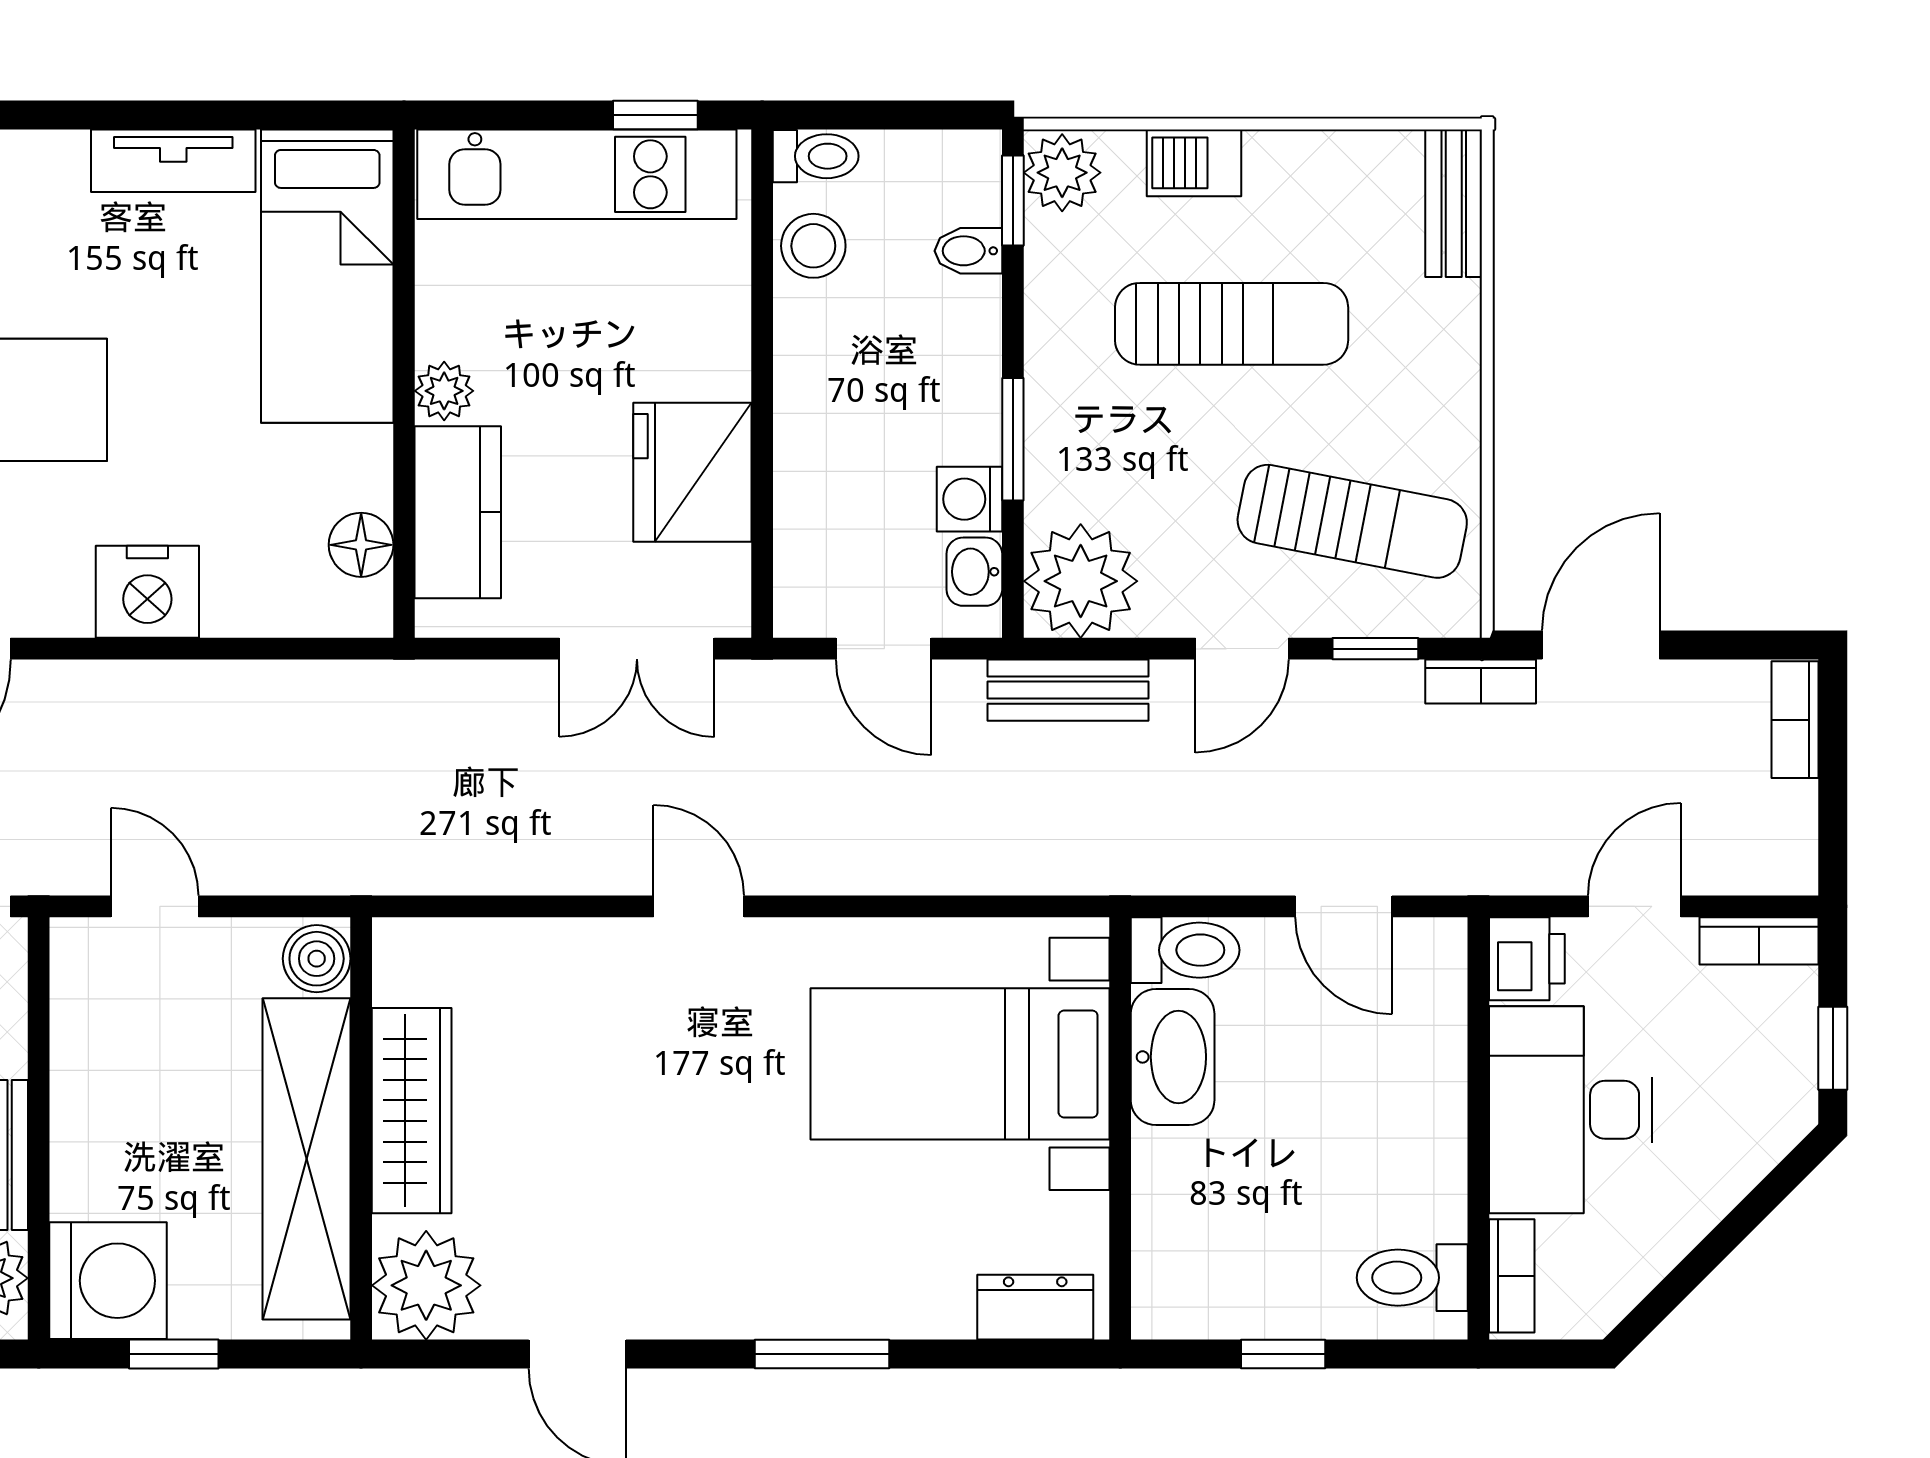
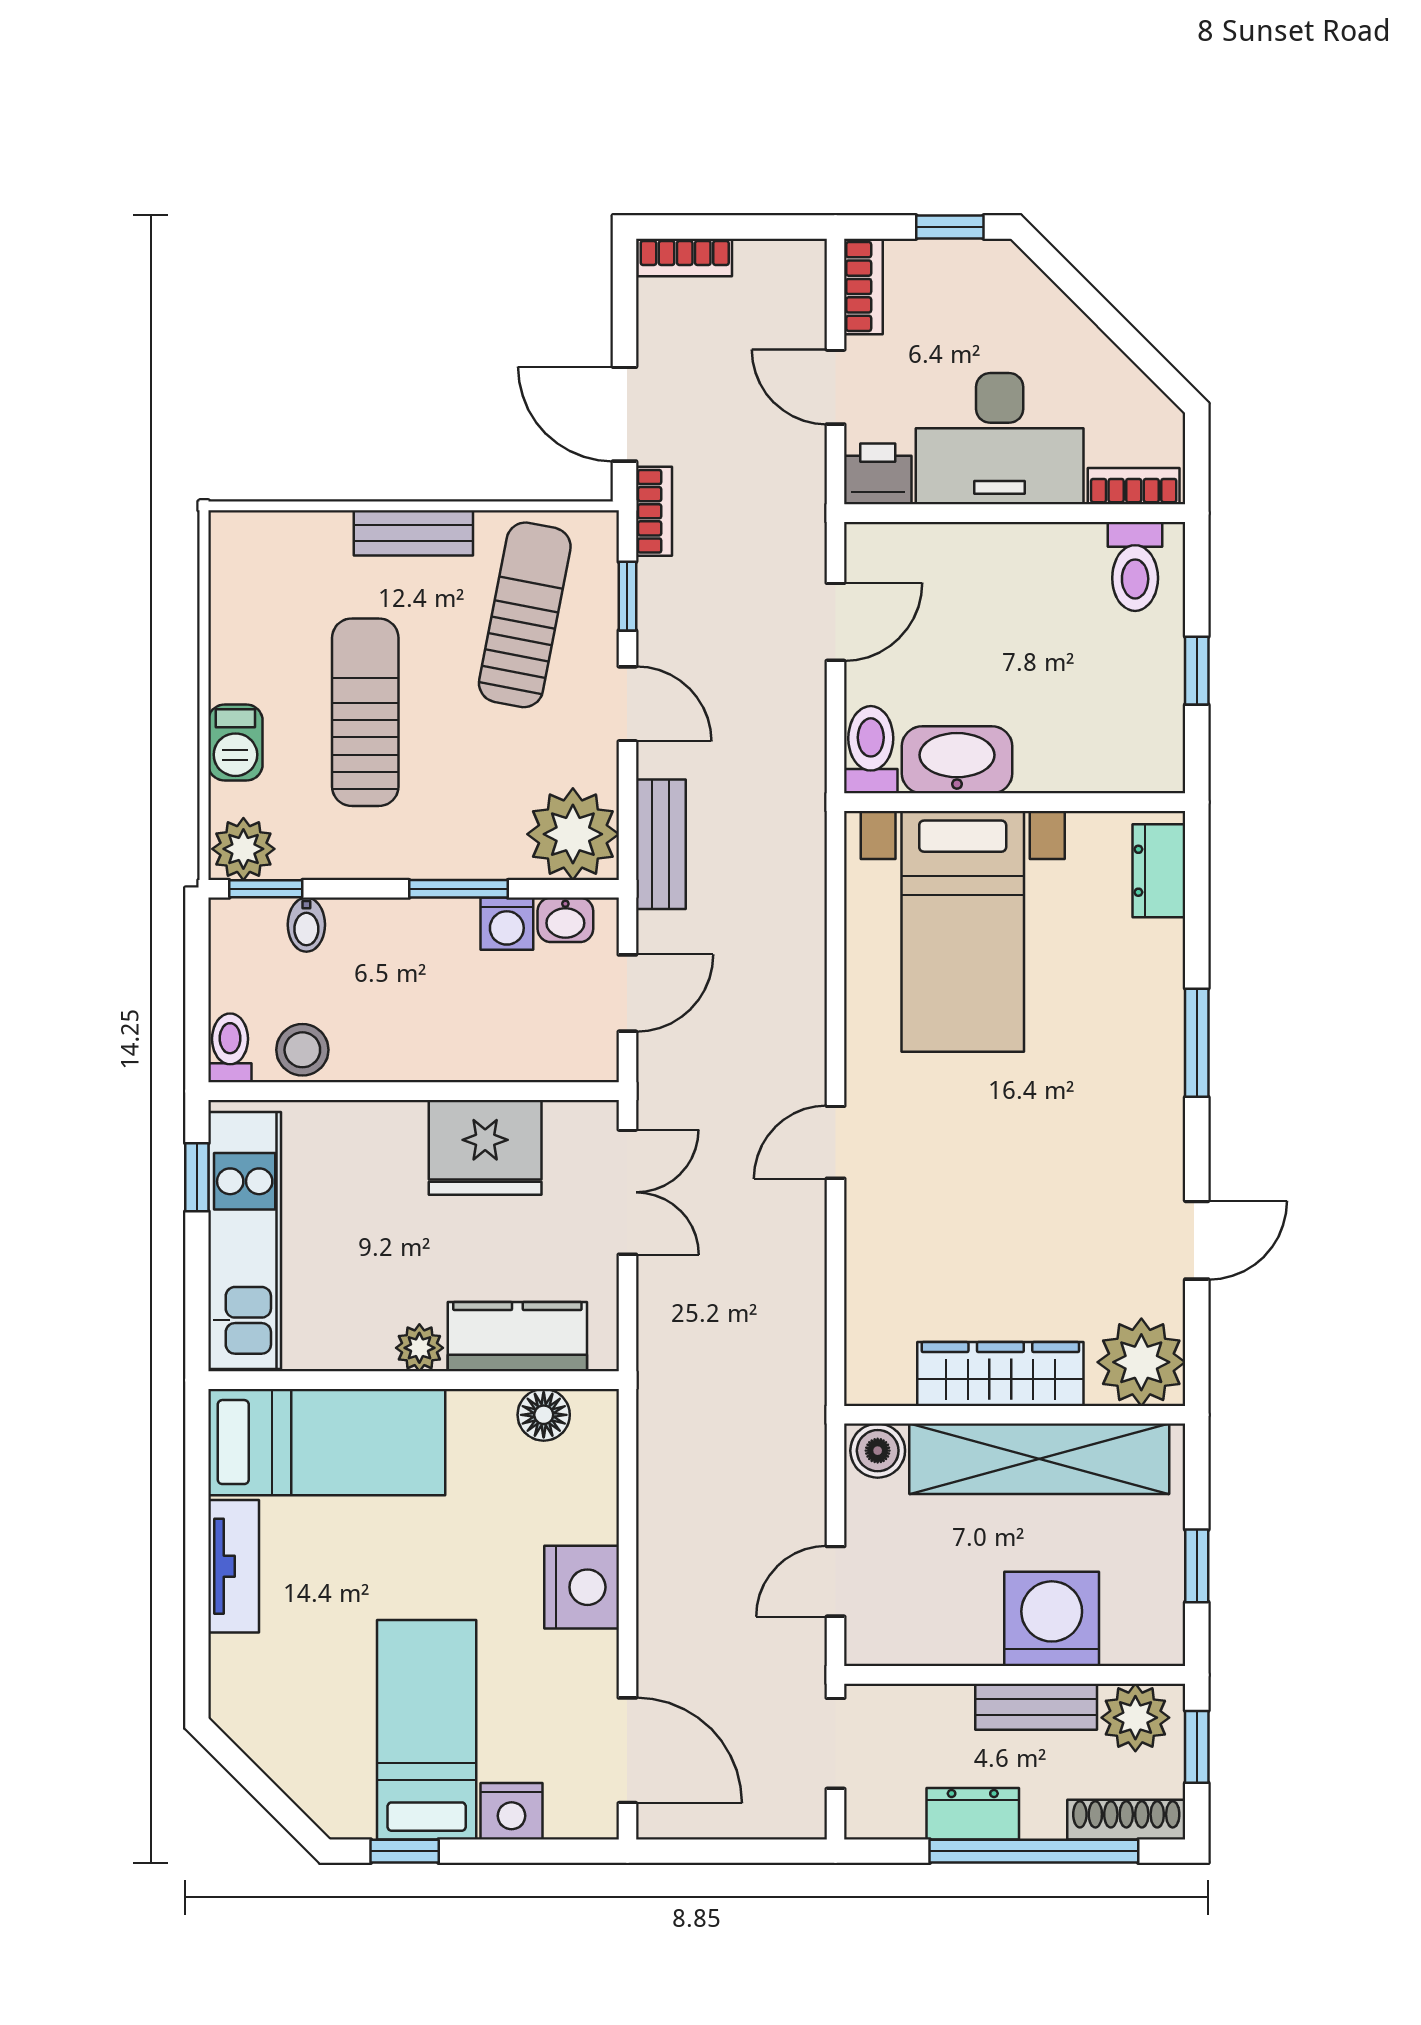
bench: (1454, 203) -> (413, 533), moved
washing machine: (108, 1281) -> (1052, 1619), moved

